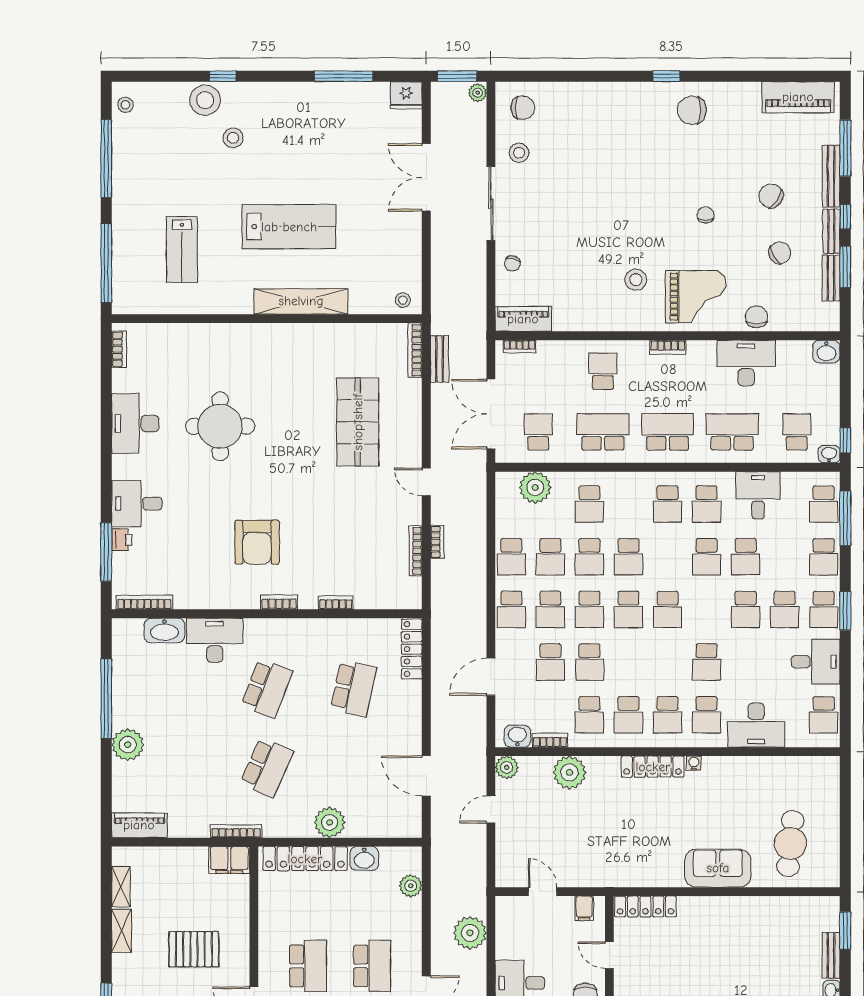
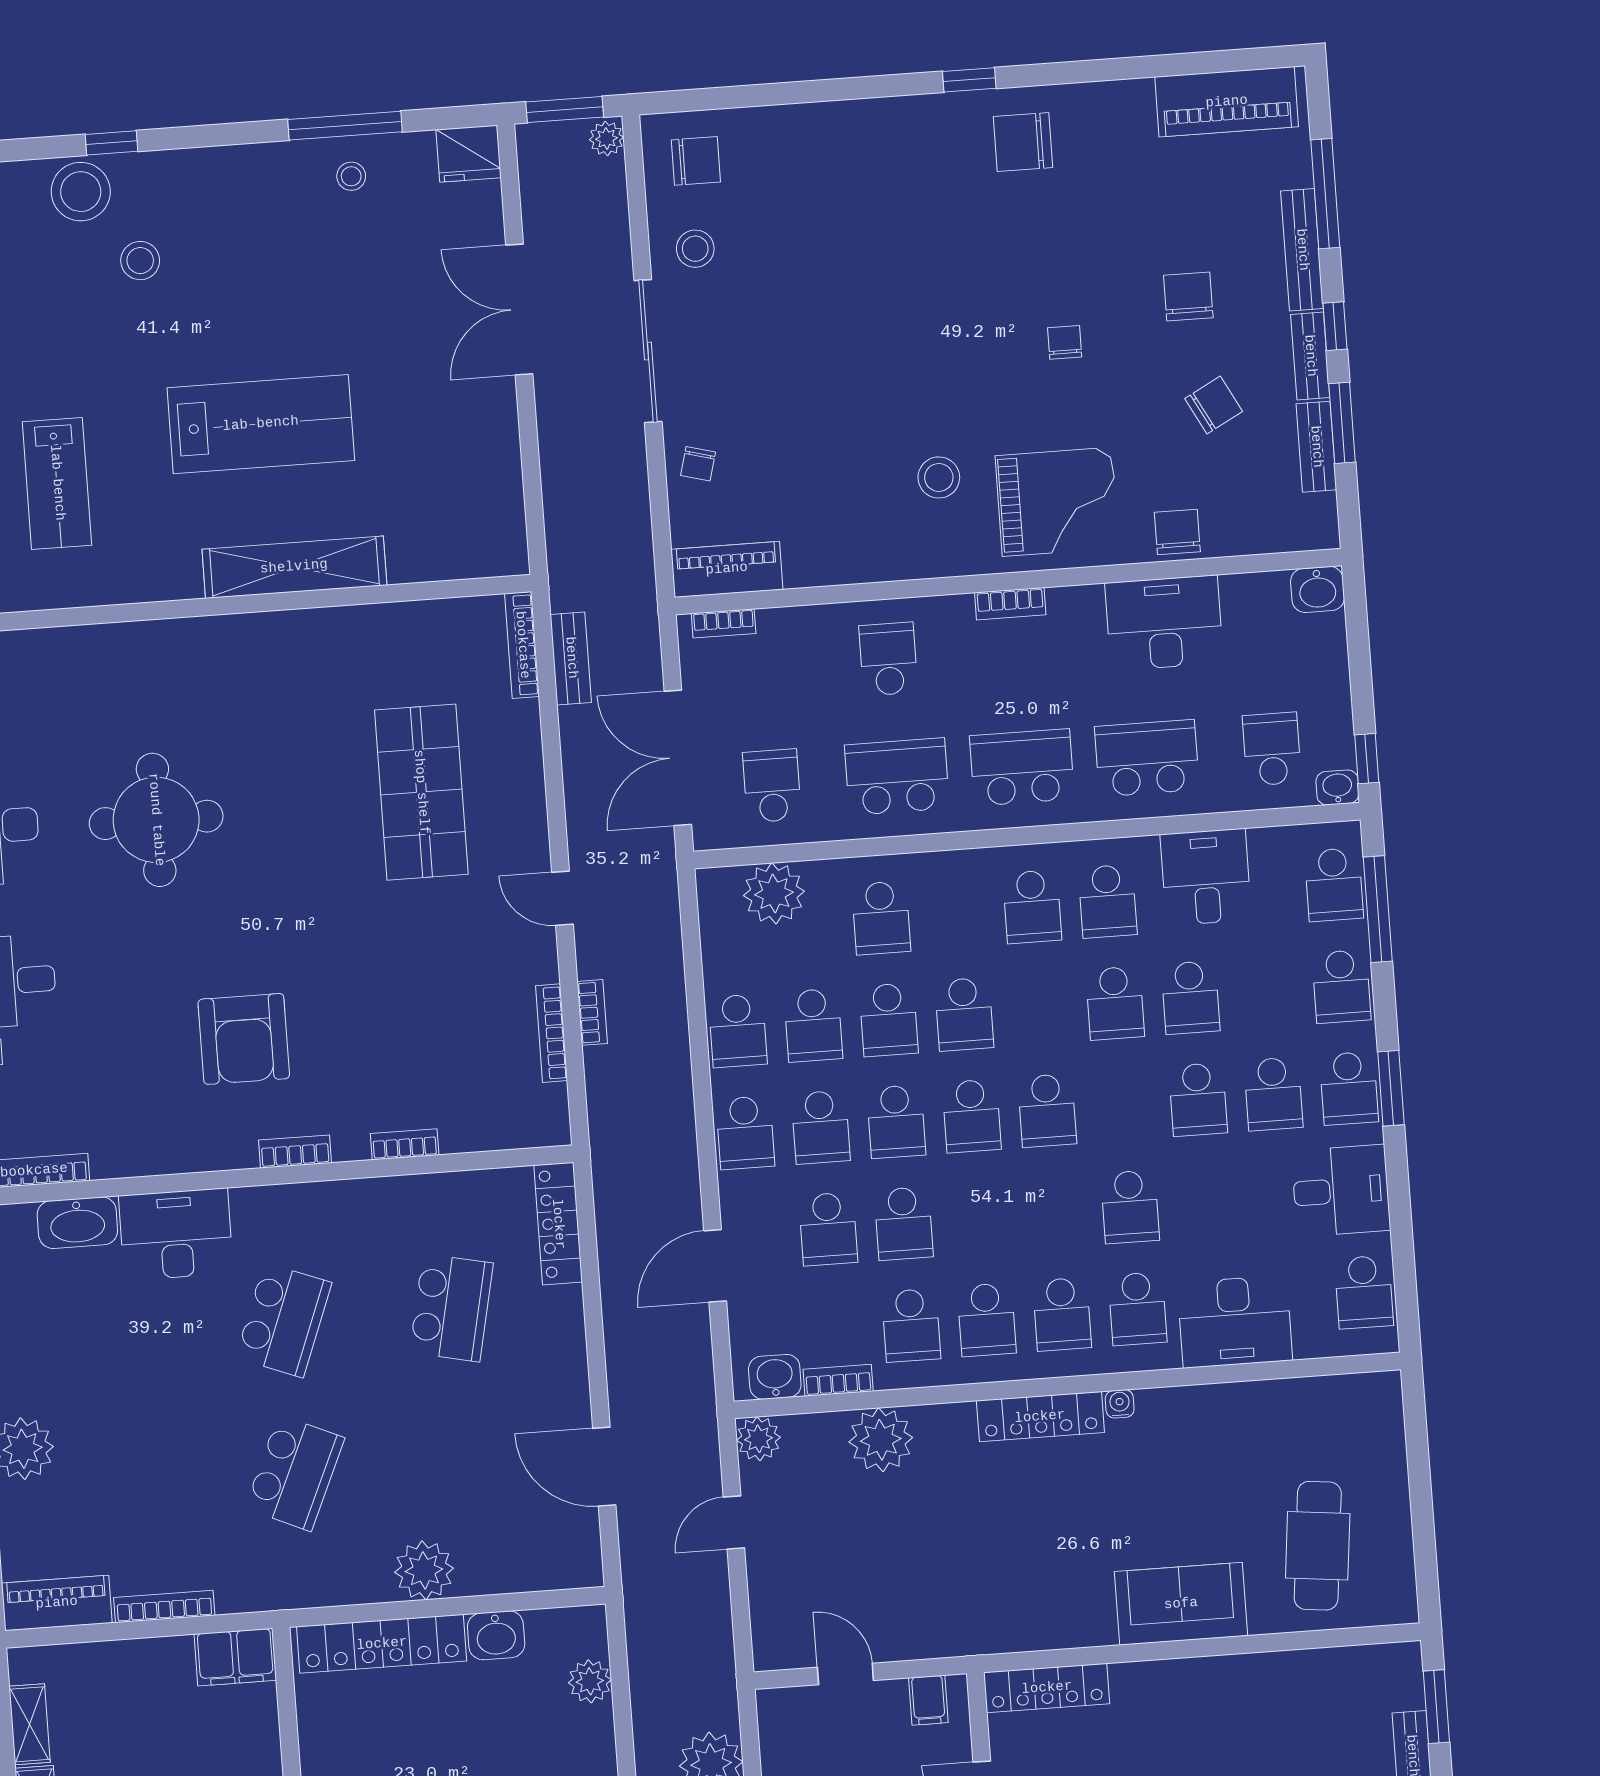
chair: (771, 196) -> (1188, 296), turned 54
stool: (403, 300) -> (351, 176), moved
bookcase: (236, 831) -> (164, 1606), moved

